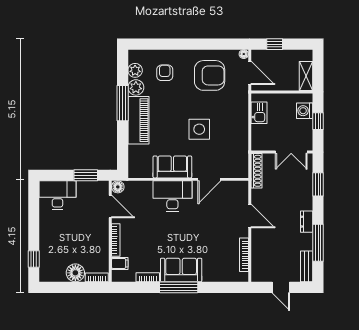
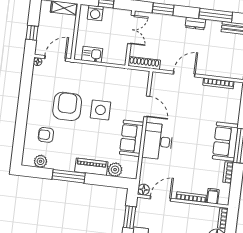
armchair: (210, 75) -> (67, 106), moved
plant: (136, 87) -> (115, 170), moved
piano: (138, 120) -> (91, 167), width x0.73, depth x0.75

